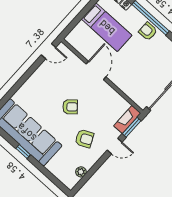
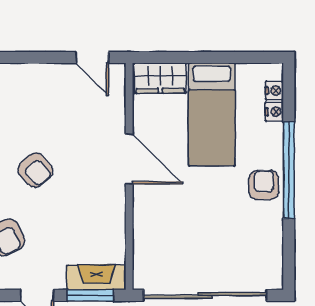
wardrobe: (77, 34) -> (160, 78), added
door: (96, 70) -> (129, 159), hinge flipped

